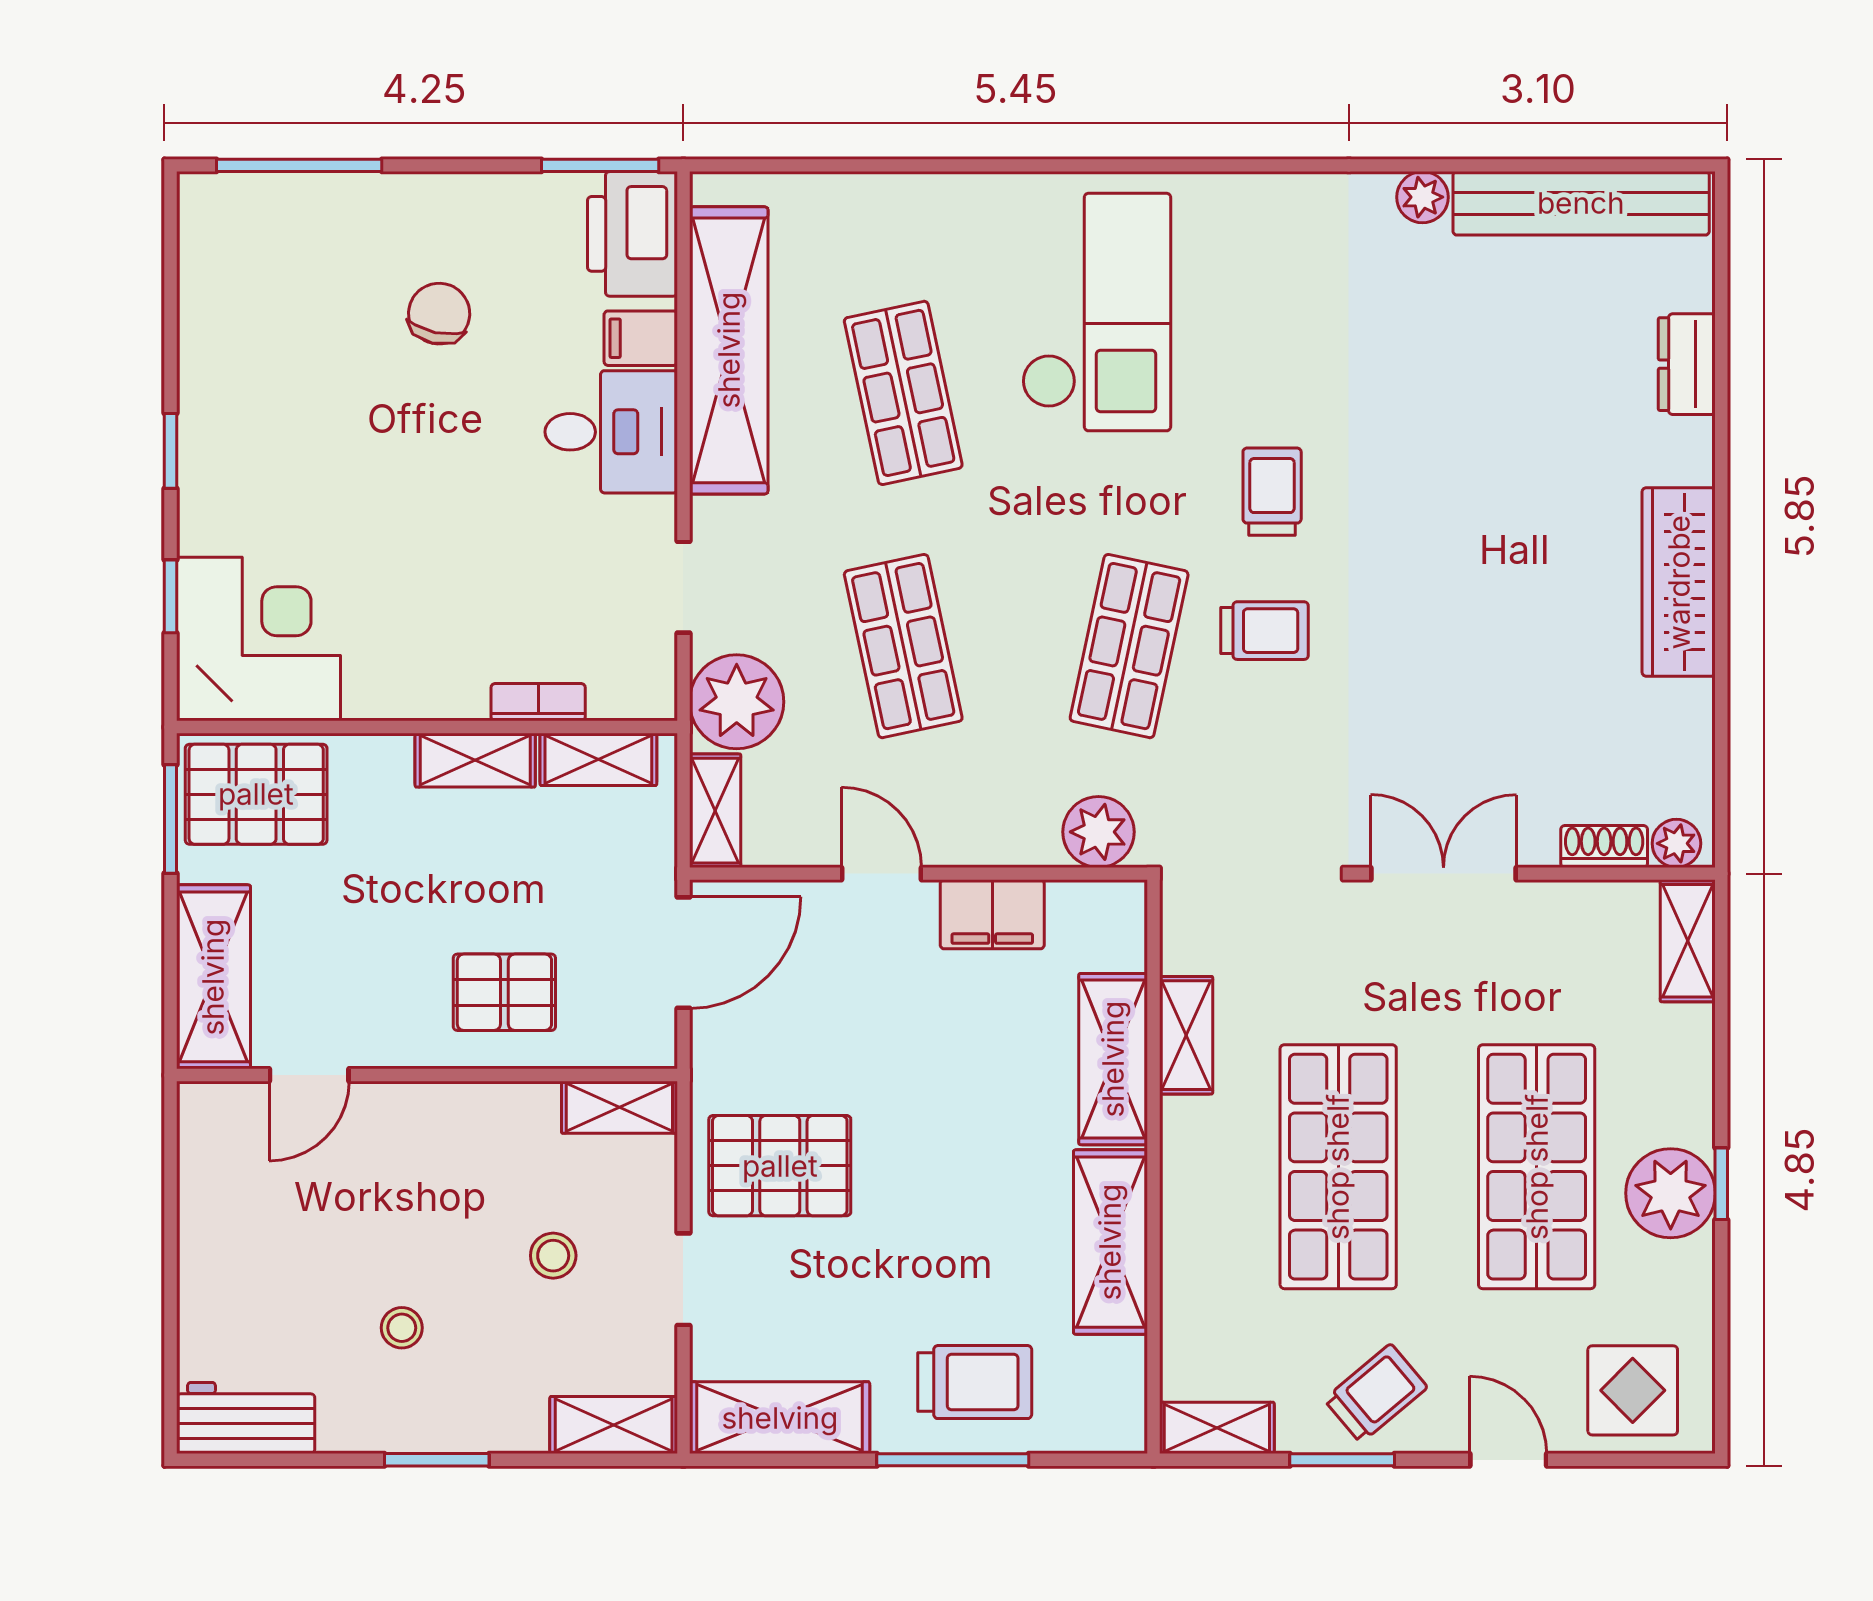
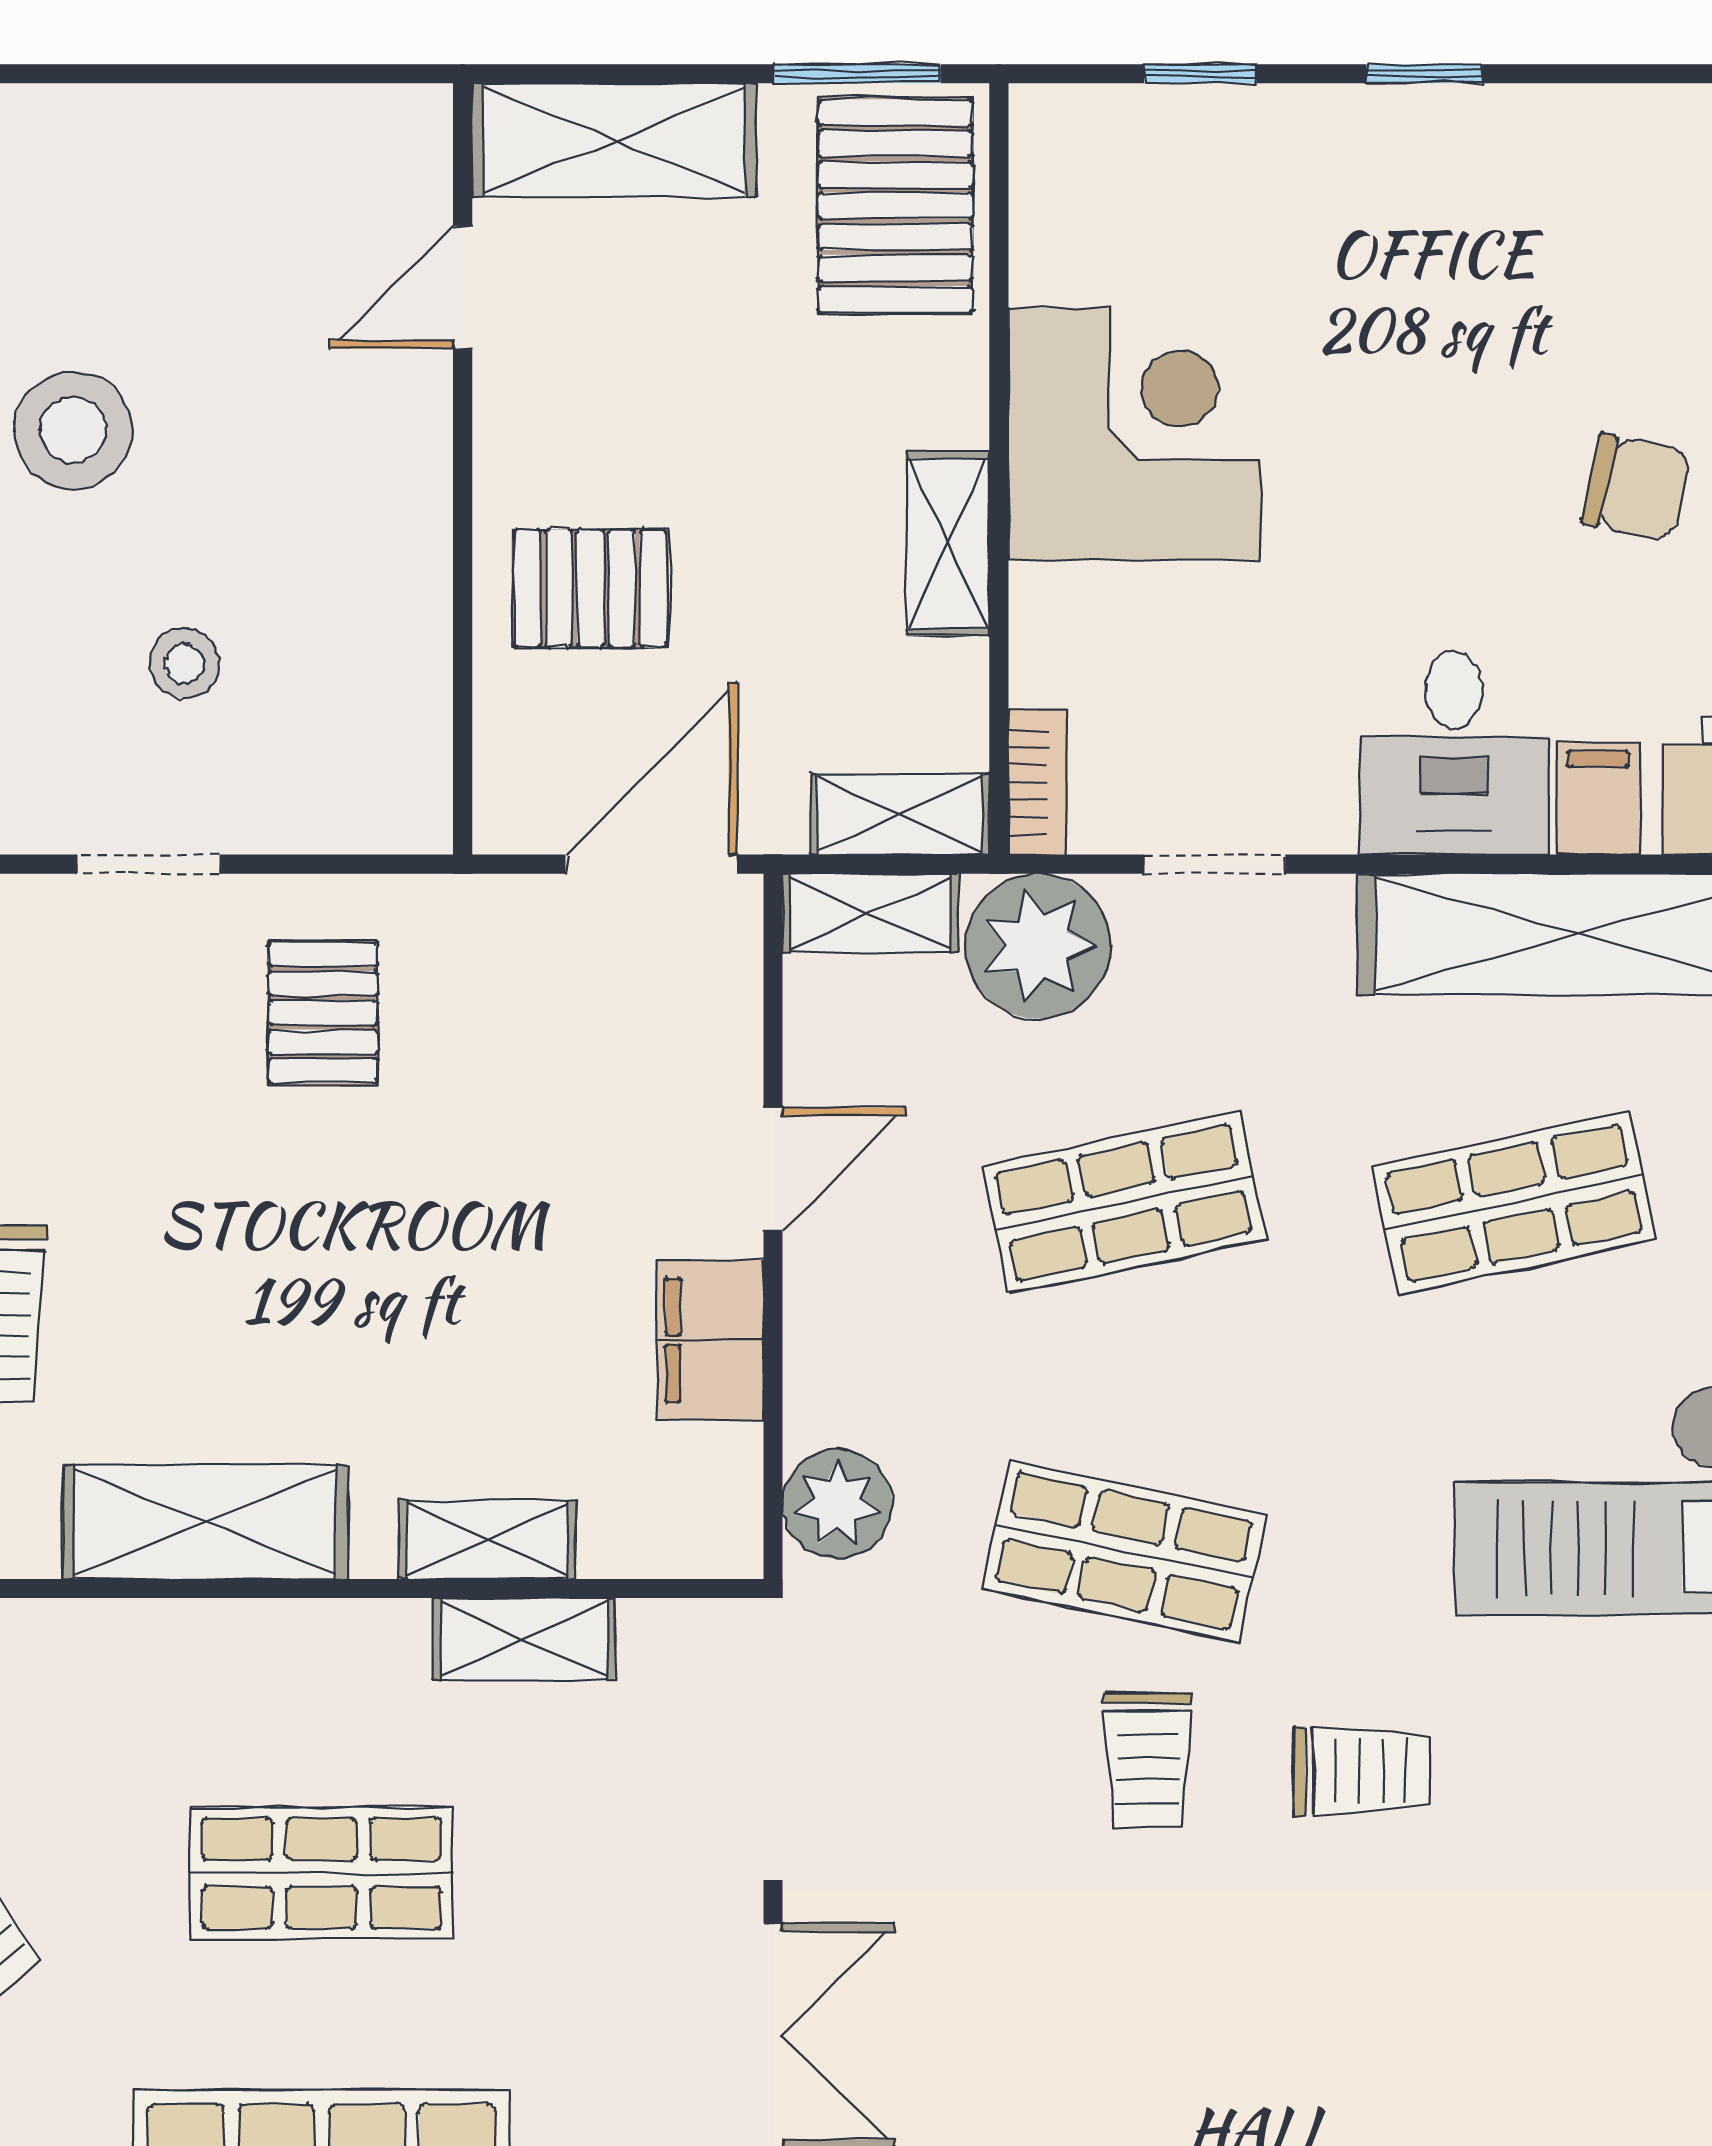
corner desk: (259, 639) -> (1135, 434), moved, turned -90
bookcase: (538, 702) -> (1037, 782), moved
shelving: (598, 759) -> (900, 814), moved, turned 90
door: (683, 953) -> (651, 864), swing flipped
pallet: (504, 992) -> (590, 588), turned 90
shelving: (1113, 1059) -> (487, 1540), width x0.67, depth x0.75
door: (309, 1075) -> (463, 287), hinge flipped
shelving: (619, 1107) -> (413, 766), removed
pallet: (780, 1166) -> (323, 1013), width x0.67, depth x0.71
shop shelf: (1338, 1167) -> (321, 1873), width x0.70, depth x0.74
stool: (402, 1328) -> (73, 430), width x1.89, depth x1.89

